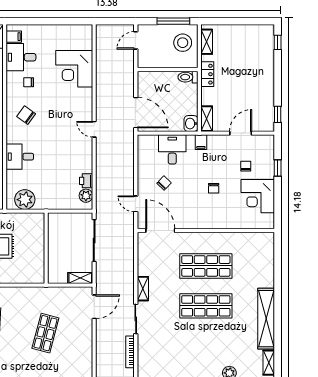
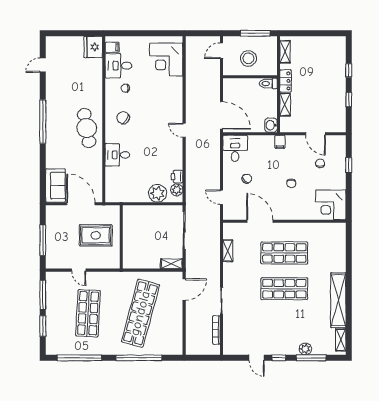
window: (278, 42) -> (349, 70), moved
stool: (183, 43) -> (248, 58), moved
corner desk: (74, 69) -> (166, 59), moved
window: (278, 114) -> (349, 100), moved
shelving: (207, 119) -> (285, 105), moved
door: (241, 133) -> (315, 134), swing flipped
desk: (172, 149) -> (235, 148), moved
corner desk: (258, 196) -> (331, 205), moved
plant: (25, 200) -> (157, 193), moved
door: (160, 231) -> (260, 221), moved
wall: (46, 248) -> (121, 237), moved
shelving: (143, 289) -> (228, 251), moved
shop shelf: (45, 333) -> (140, 313), width x2.00, depth x1.36

